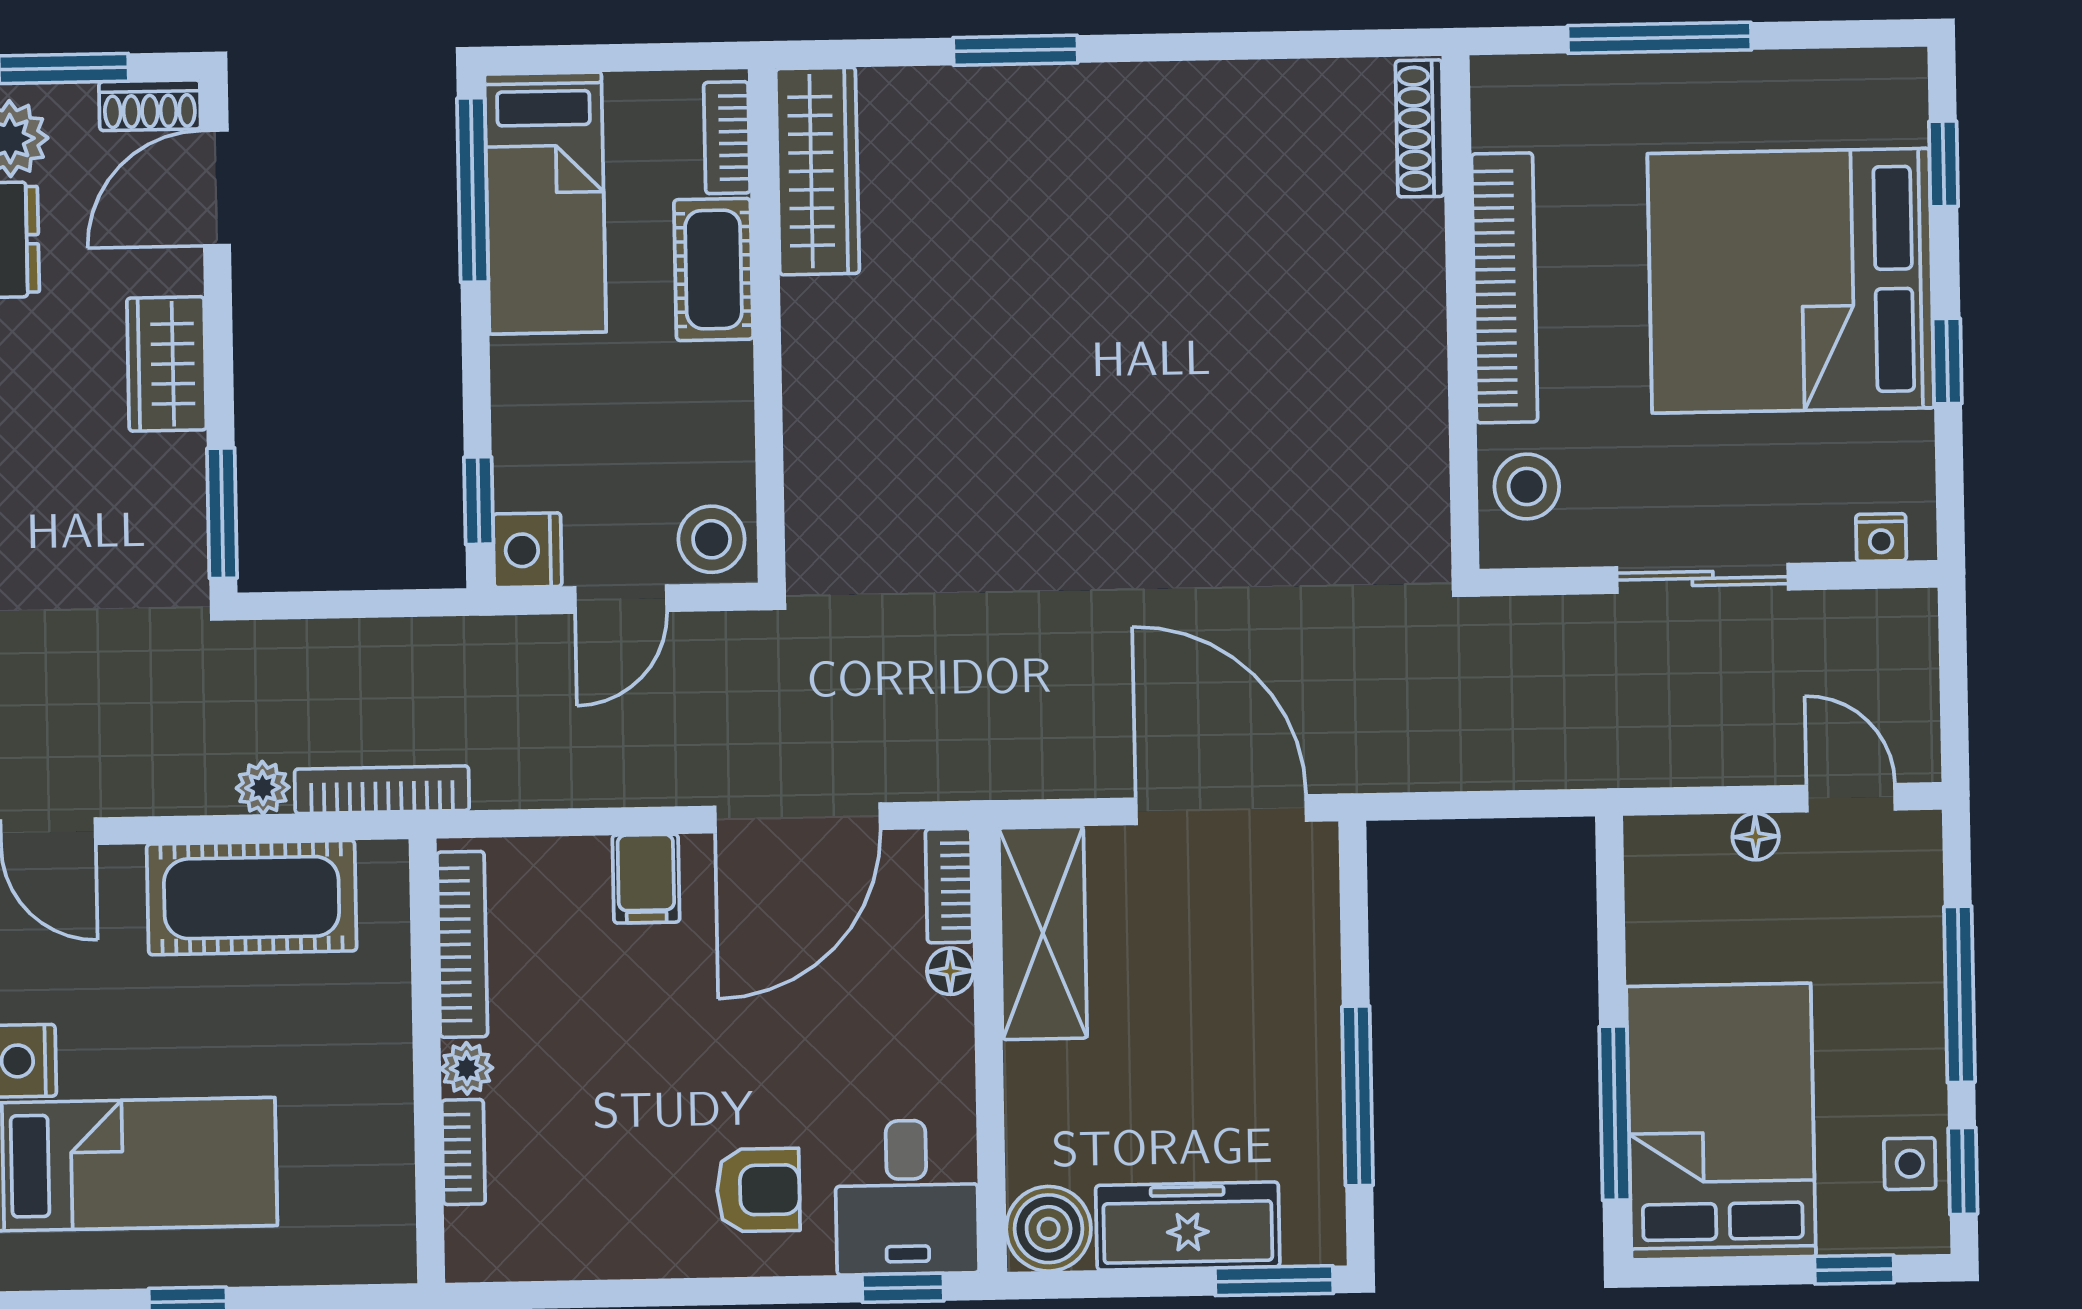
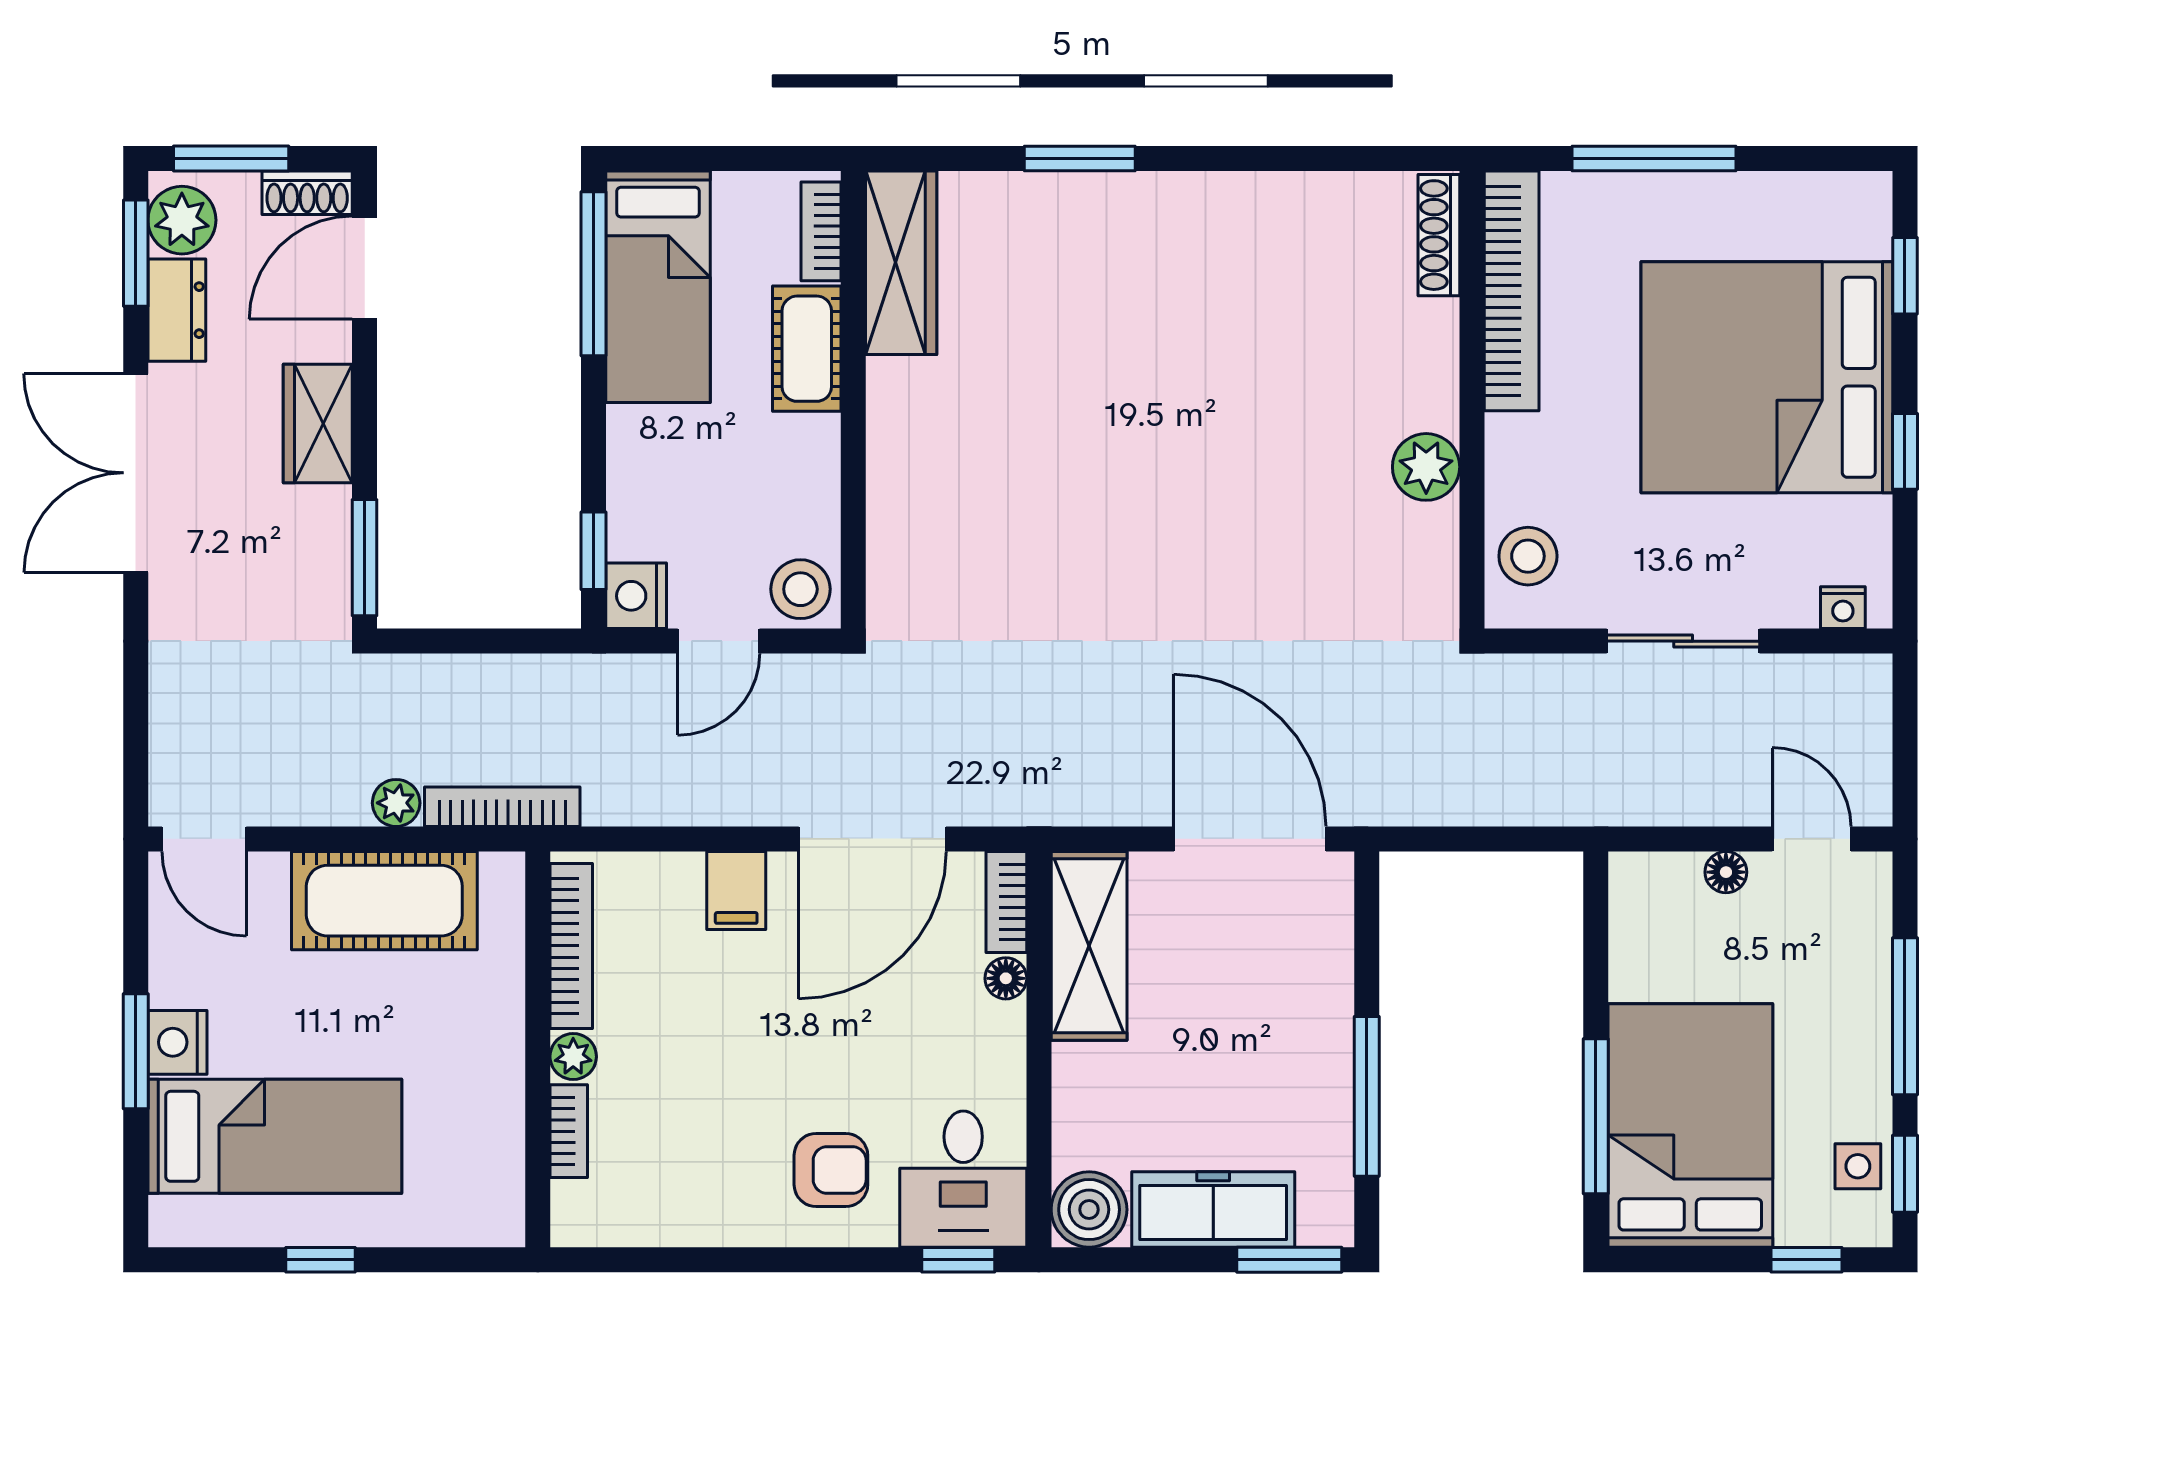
bookcase: (1504, 288) -> (1512, 291), moved
plant: (1411, 389) -> (1426, 467), added

